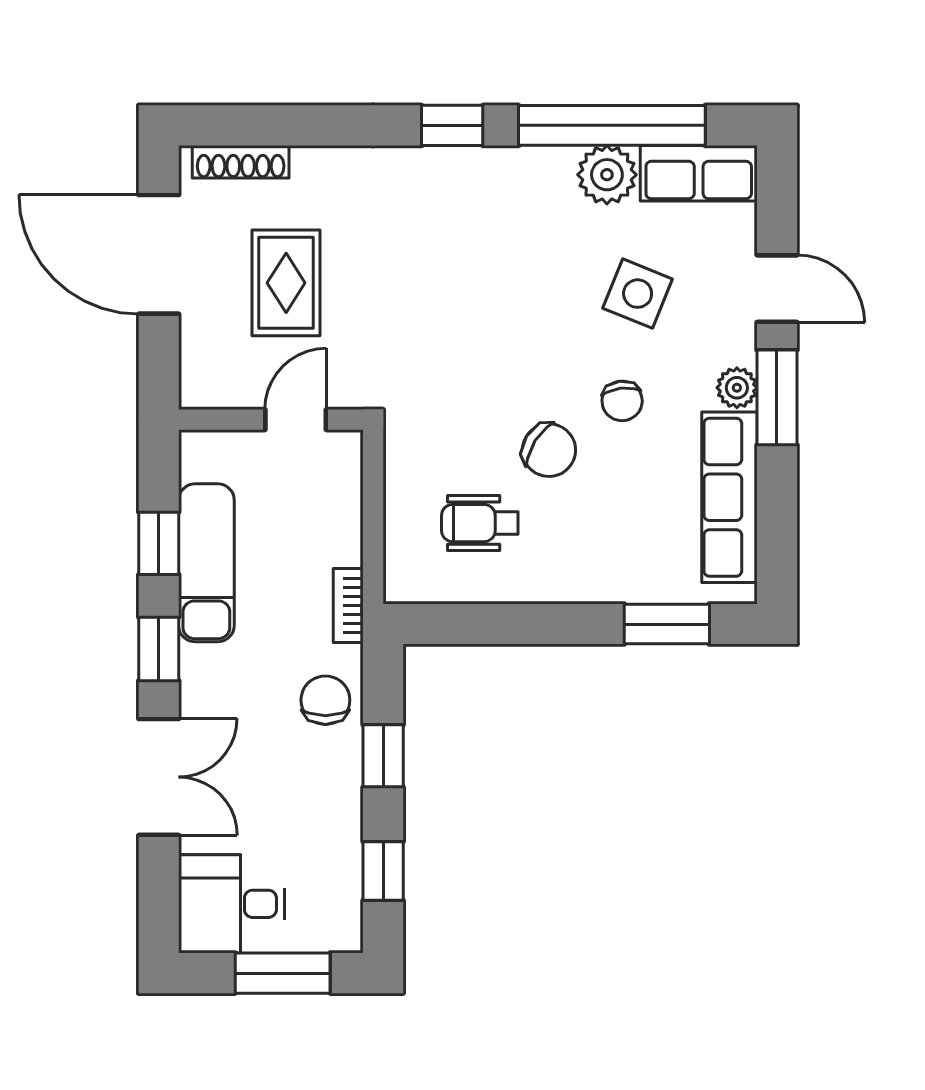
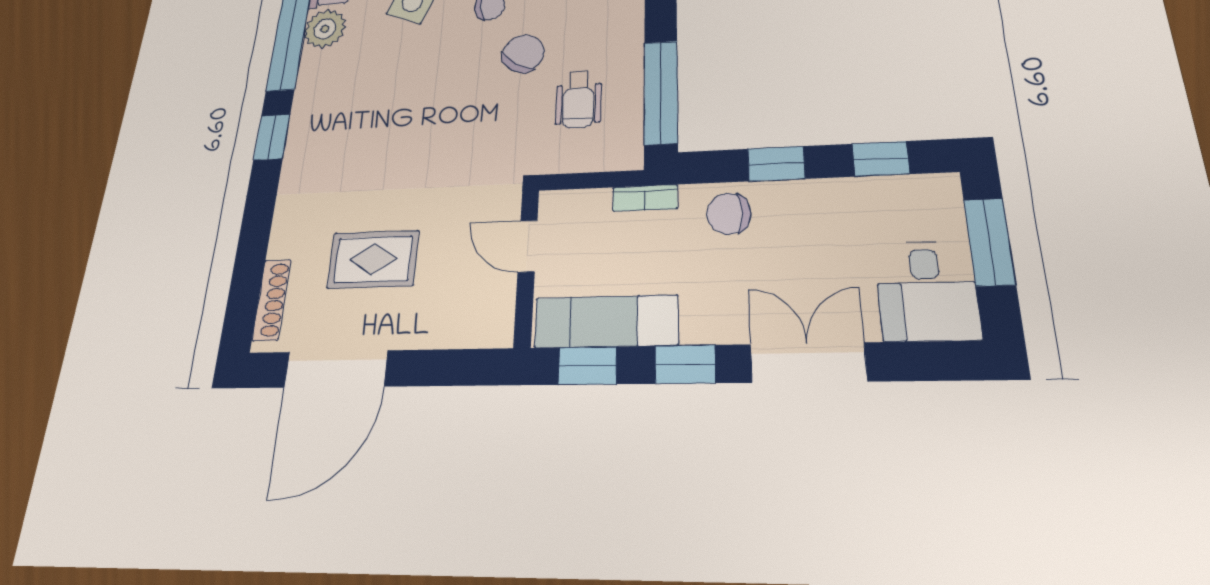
wall: (271, 420) -> (526, 267), moved
door: (296, 420) -> (528, 246), moved
window: (483, 624) -> (661, 92), added

